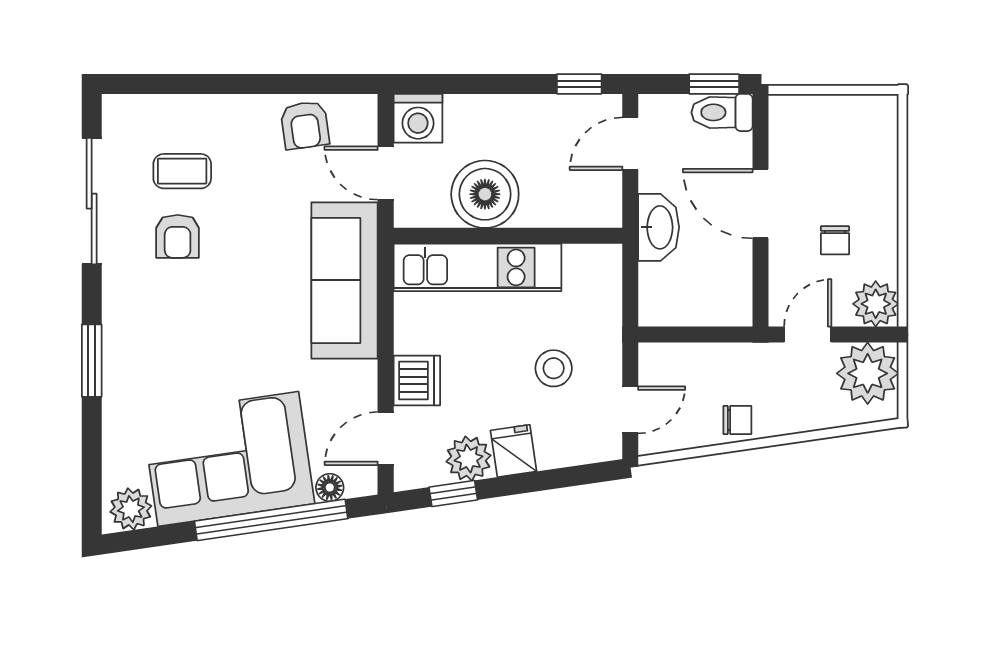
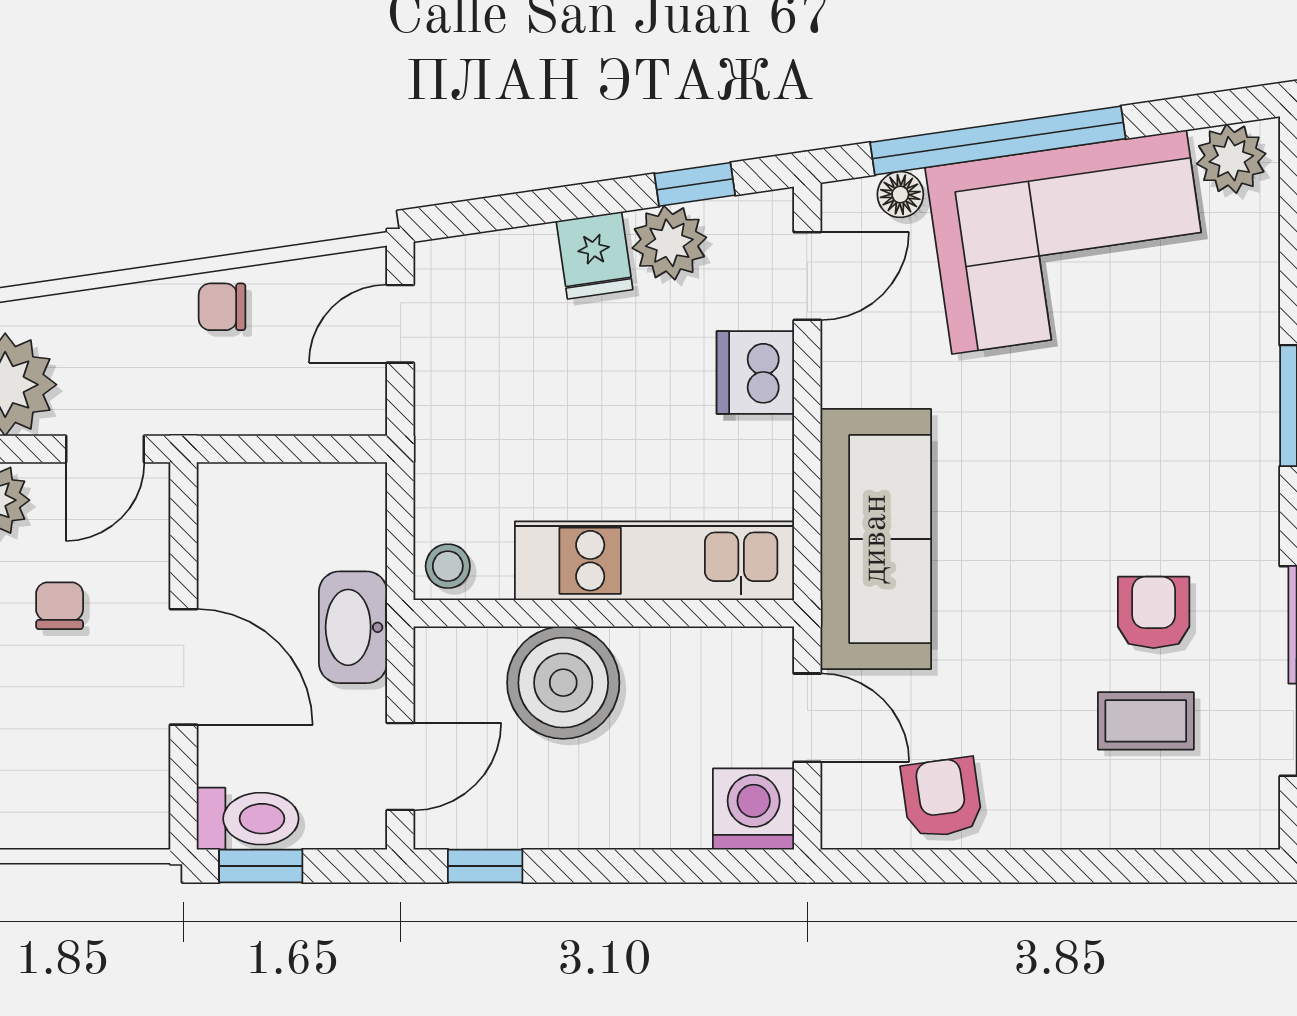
boiler: (485, 194) -> (563, 683), moved
stool: (554, 368) -> (448, 566), moved, width x0.73, depth x0.73

